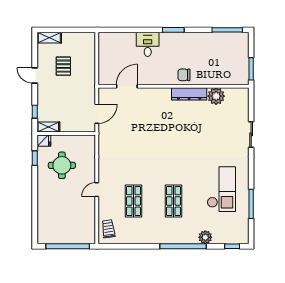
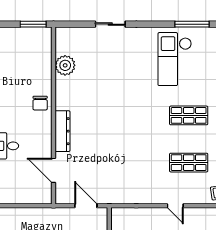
dresser: (189, 94) -> (62, 131), moved
checkout: (221, 189) -> (175, 59), turned -90

